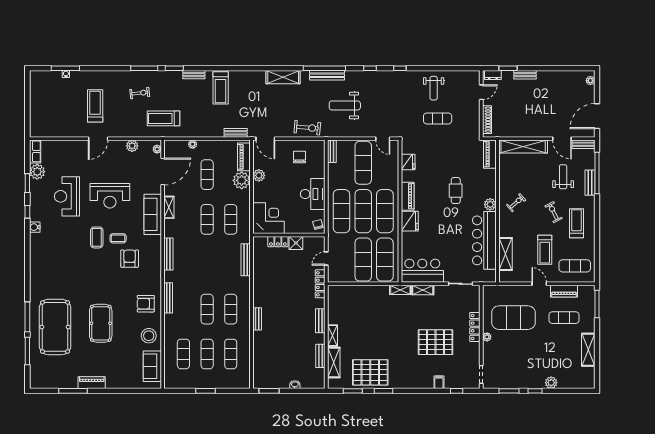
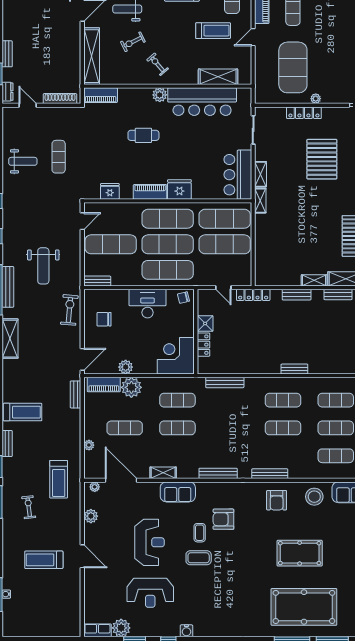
exercise bike: (554, 212) -> (133, 42), moved
sofa: (153, 214) -> (178, 492), width x0.73

